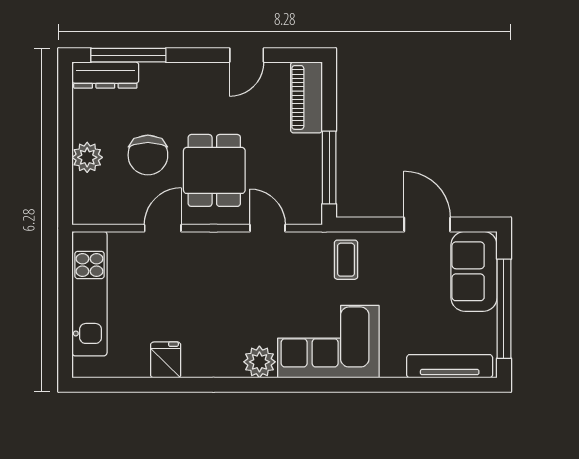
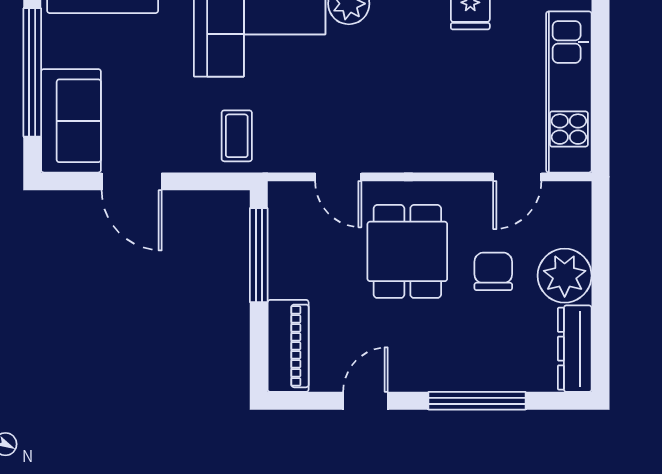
window: (128, 55) -> (477, 401), moved
dresser: (105, 75) -> (575, 349), moved, turned -90
chair: (148, 155) -> (493, 271), width x0.73, depth x0.73
plant: (87, 157) -> (565, 276), width x1.36, depth x1.36
door: (163, 228) -> (517, 177), moved

